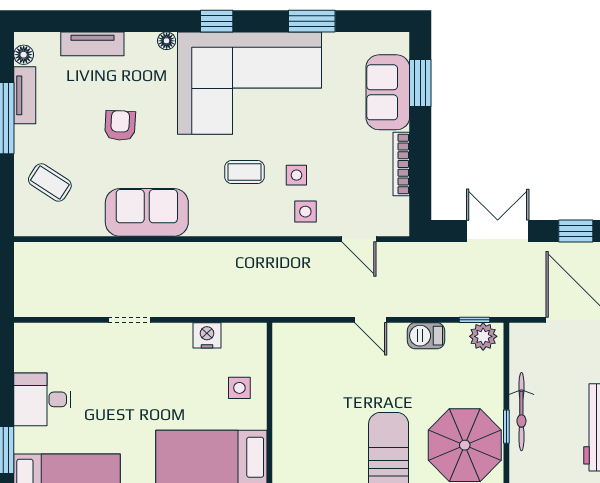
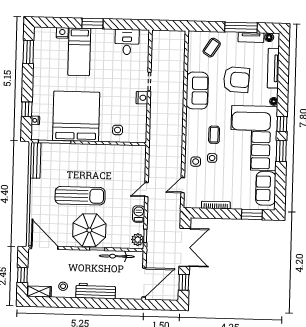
window: (312, 21) -> (281, 151), moved
tv unit: (92, 44) -> (273, 68), width x1.41
sofa: (388, 92) -> (266, 188), moved, turned -90
armchair: (120, 126) -> (236, 80), width x1.88, depth x1.88
double door: (498, 231) -> (185, 247), width x1.37
nightstand: (207, 335) -> (142, 98), moved
desk: (42, 399) -> (127, 42), moved
bicycle: (521, 412) -> (117, 256), moved

